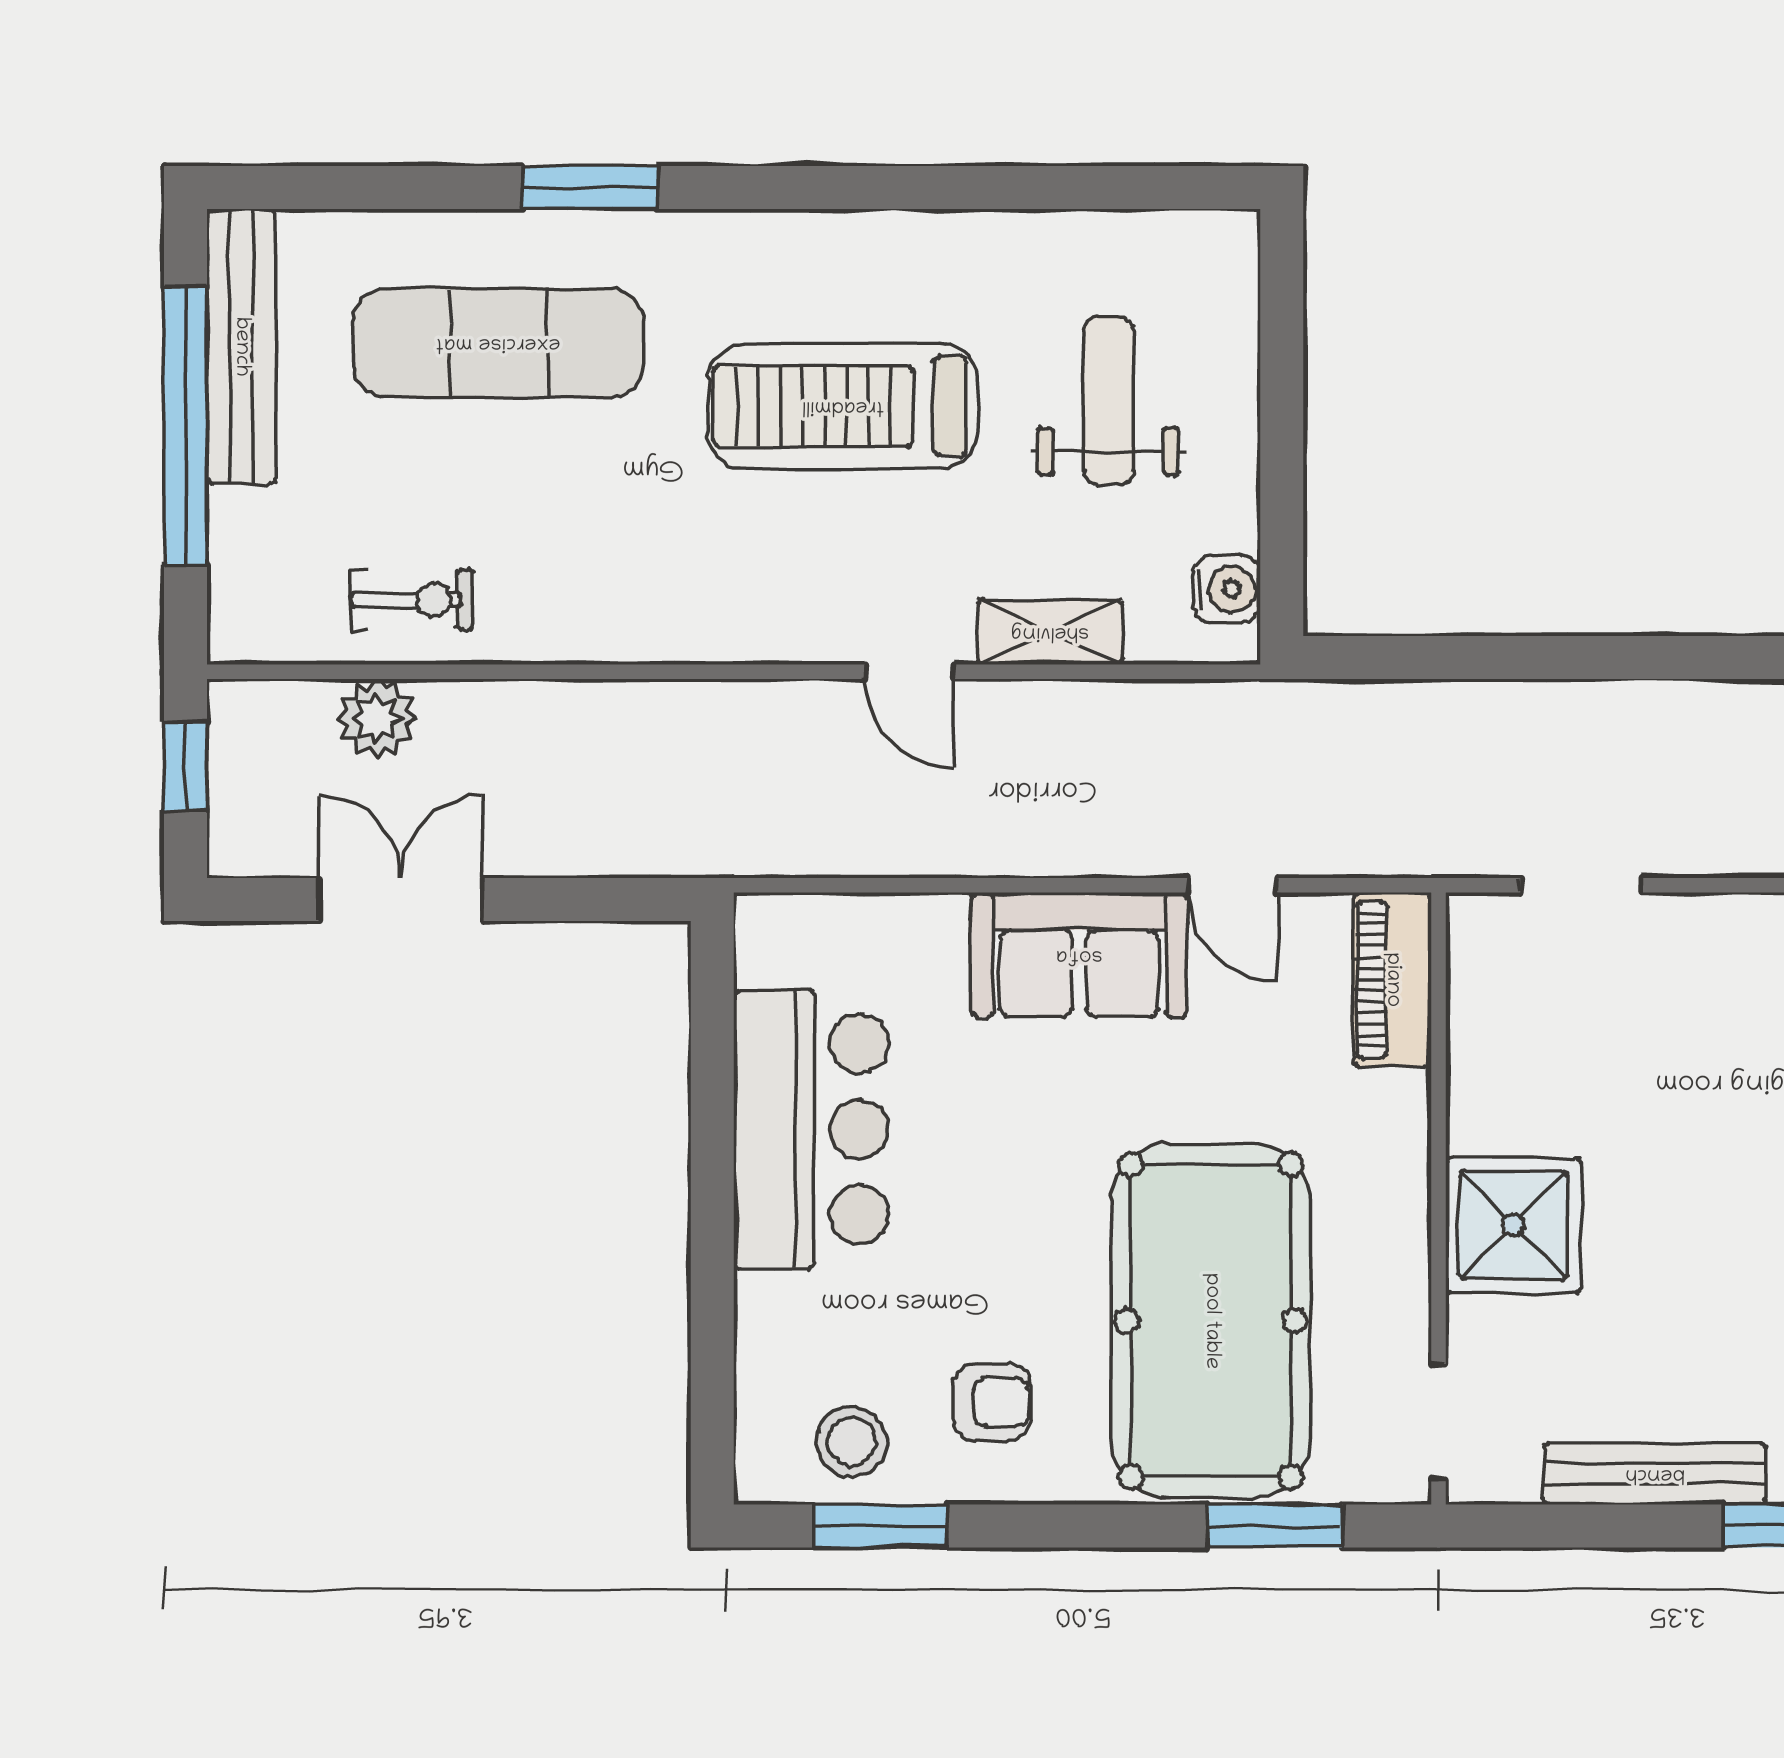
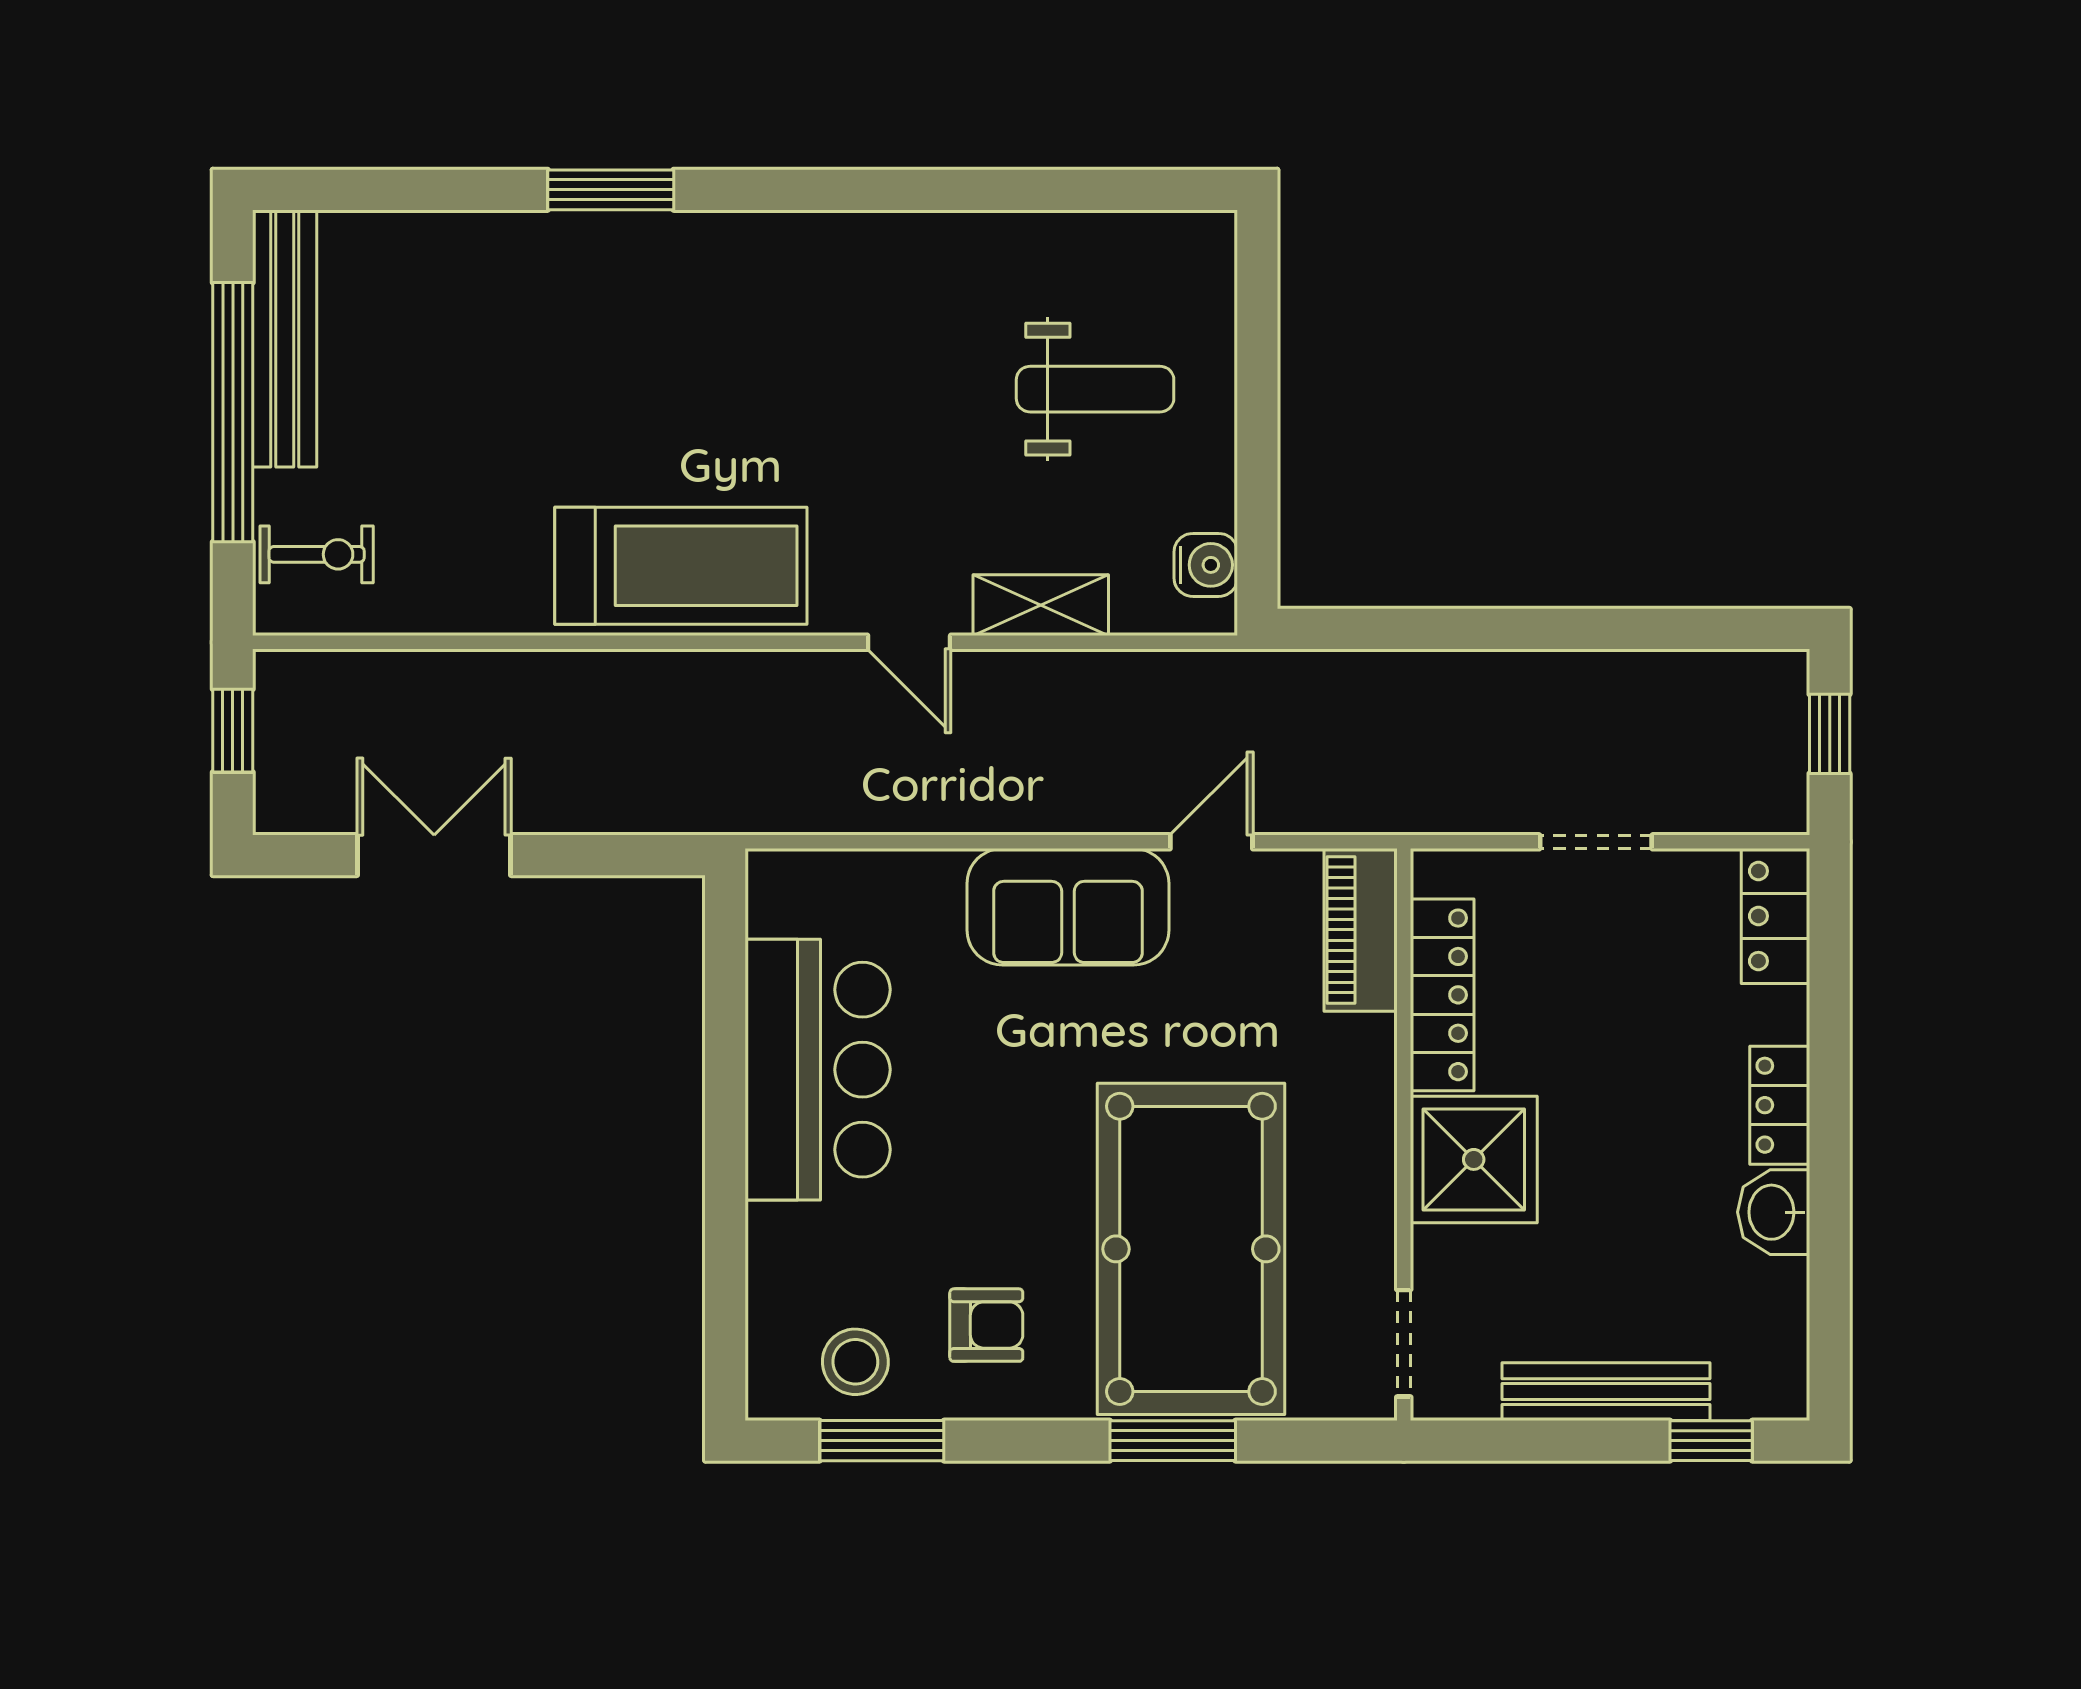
exercise mat: (498, 343) -> (525, 335), removed
weight bench: (1108, 401) -> (1095, 389), turned 90
treadmill: (843, 406) -> (681, 566), moved, turned 180
exercise bike: (412, 600) -> (317, 554), moved
plant: (377, 718) -> (411, 686), removed
door: (1233, 885) -> (1211, 842), swing flipped
doorway: (1581, 885) -> (1596, 842), moved
locker: (1480, 1049) -> (1442, 995), added
window: (1275, 1526) -> (1173, 1441), moved

